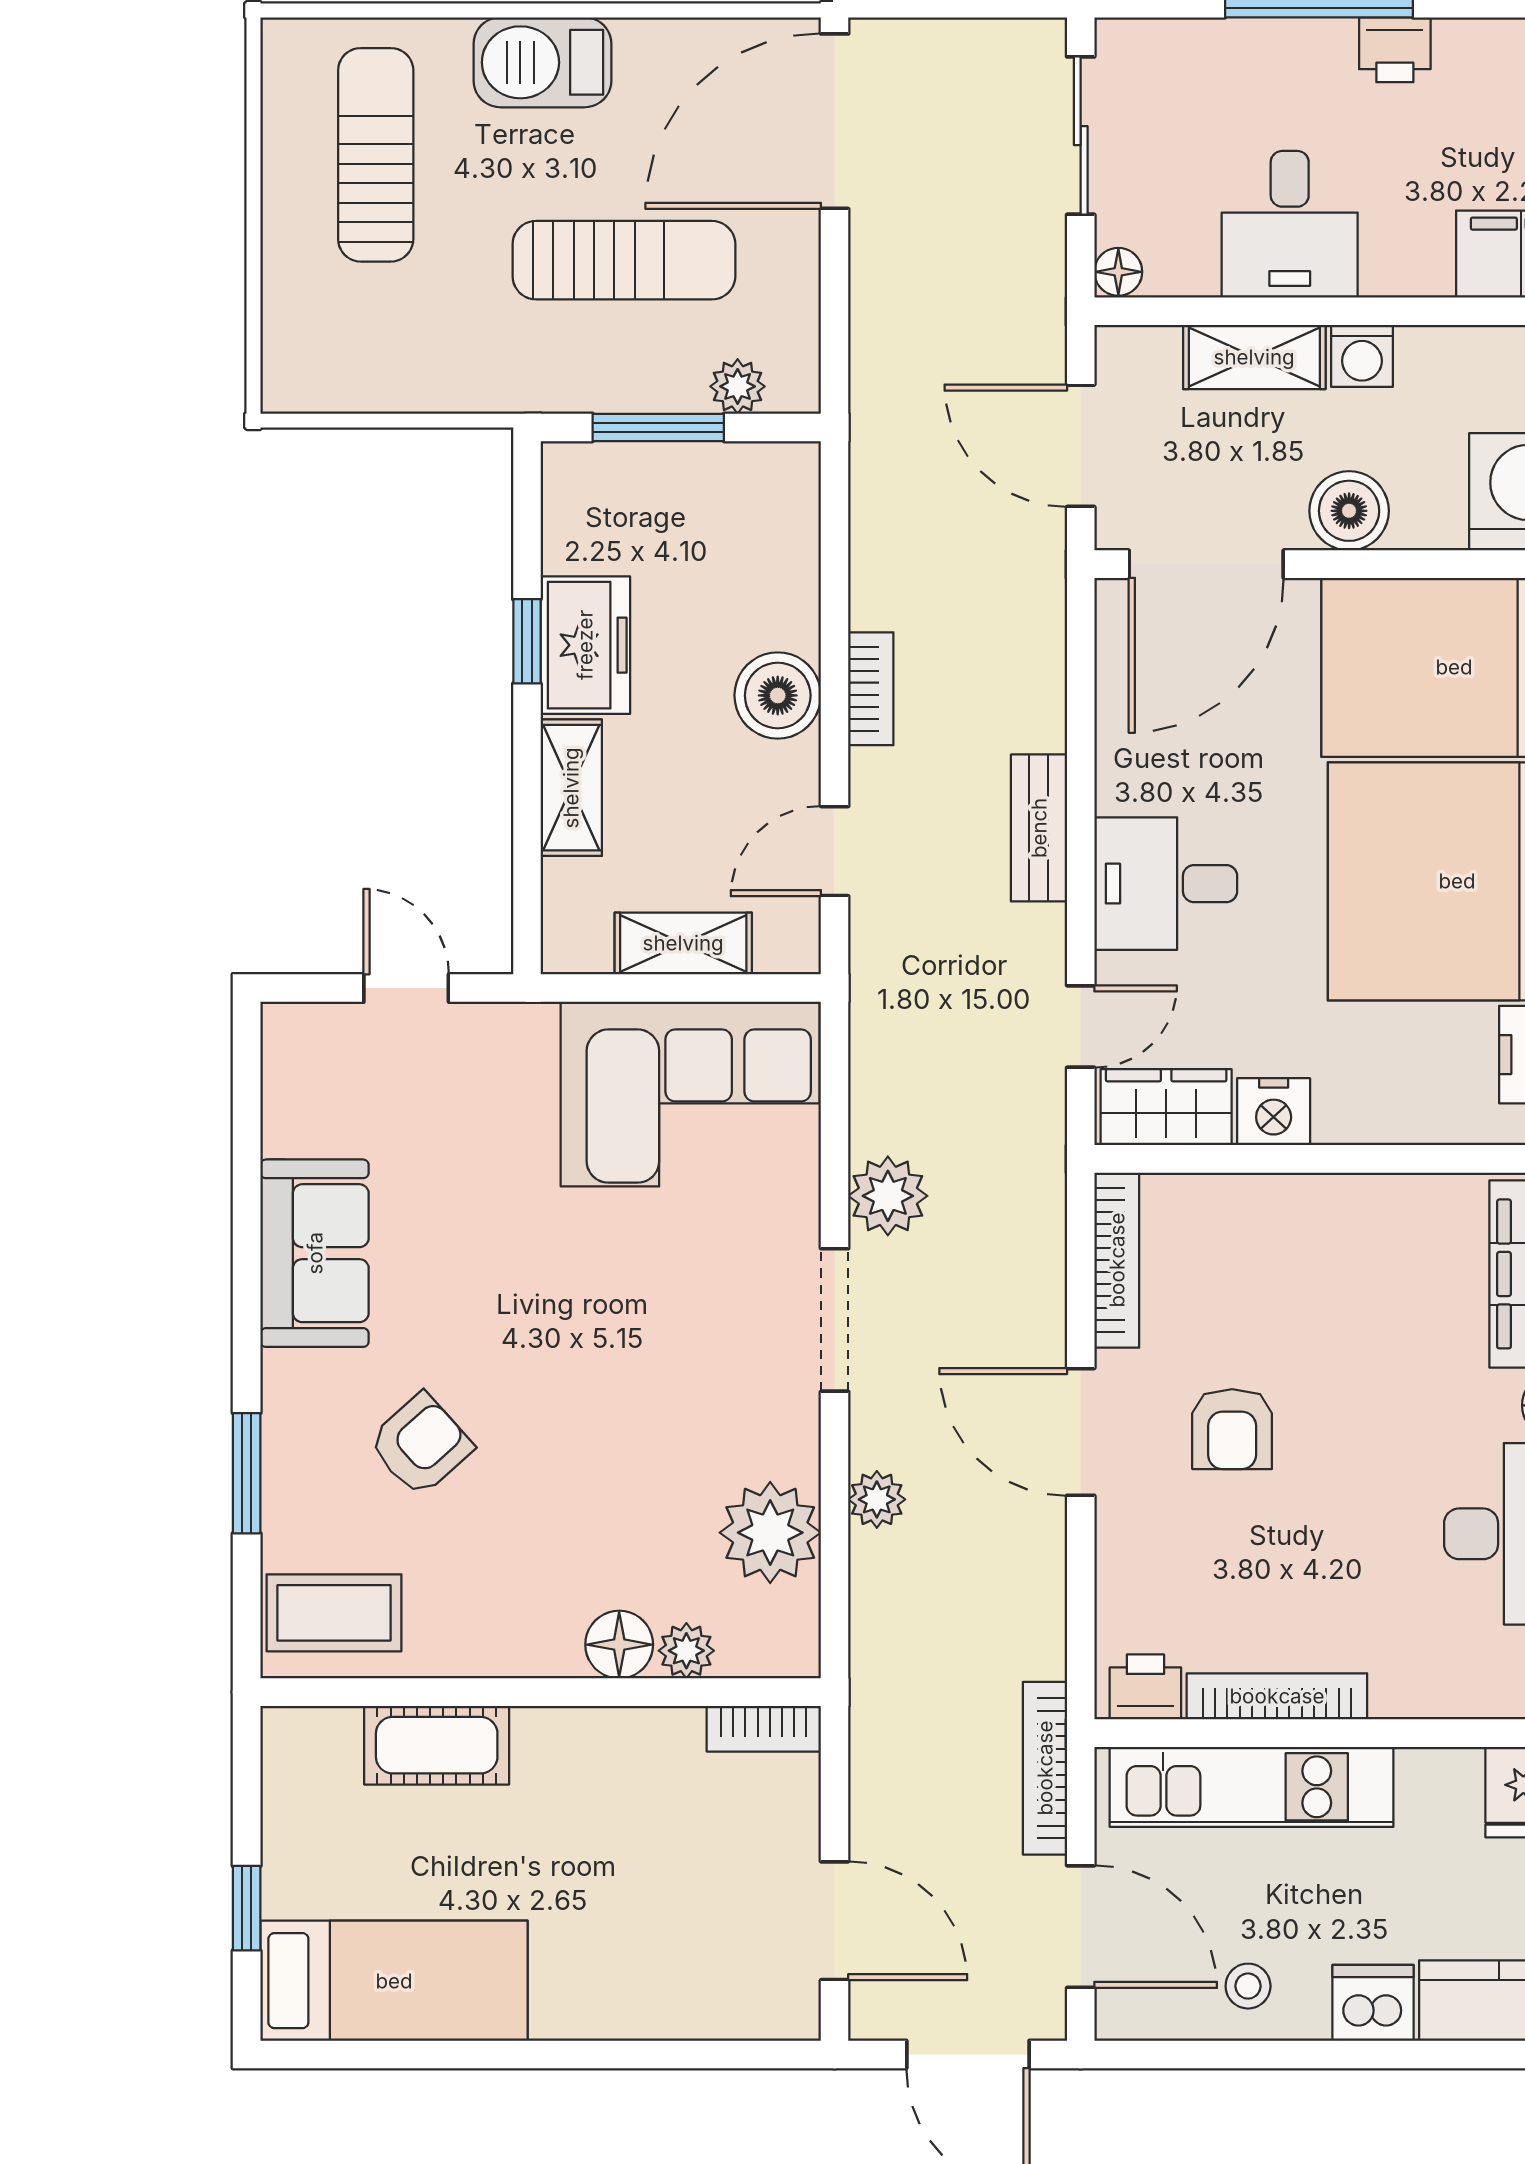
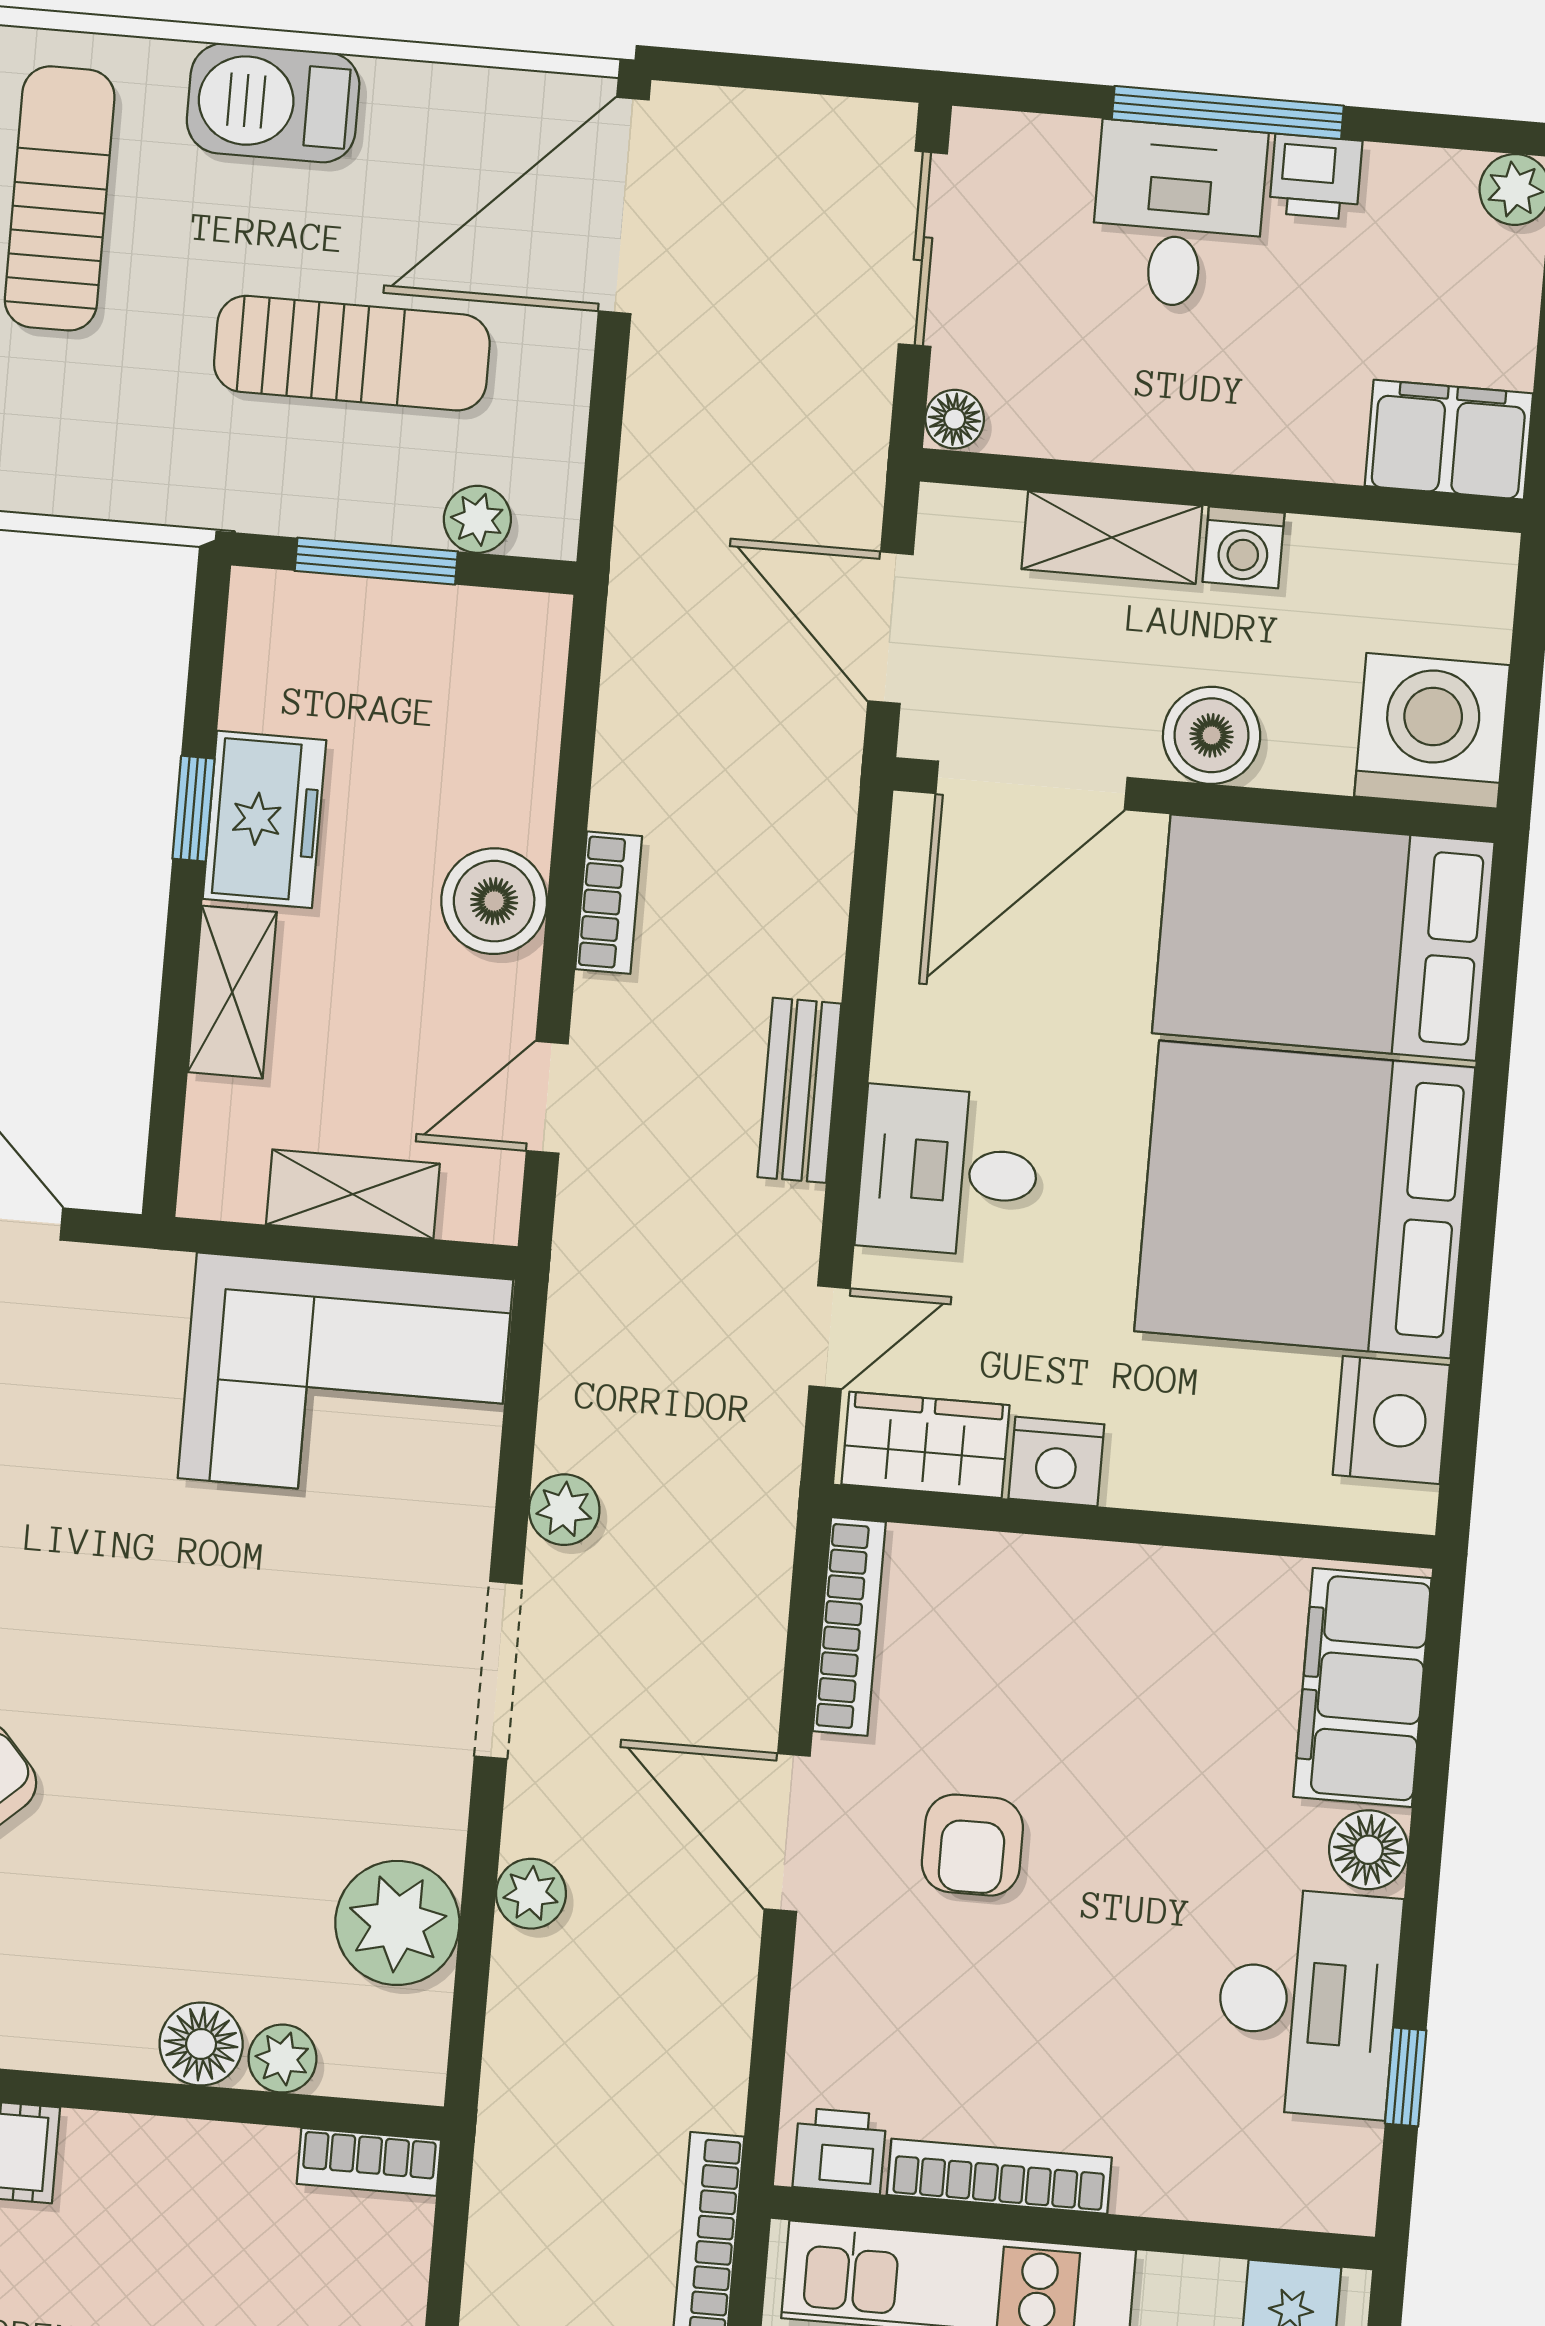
desk: (1290, 224) -> (1178, 215), moved, turned 180
plant: (888, 1196) -> (564, 1510), width x0.73, depth x0.73

